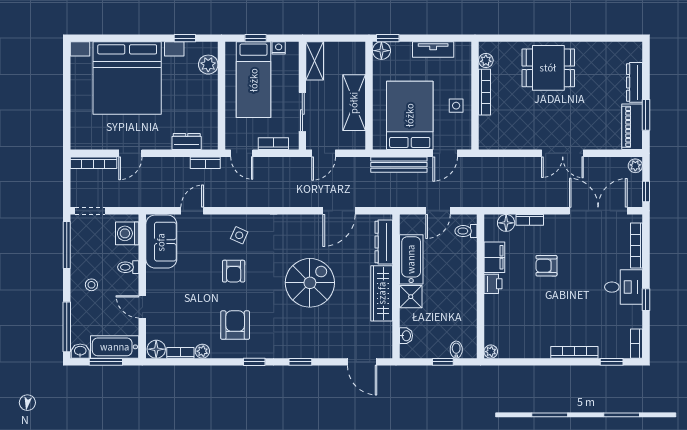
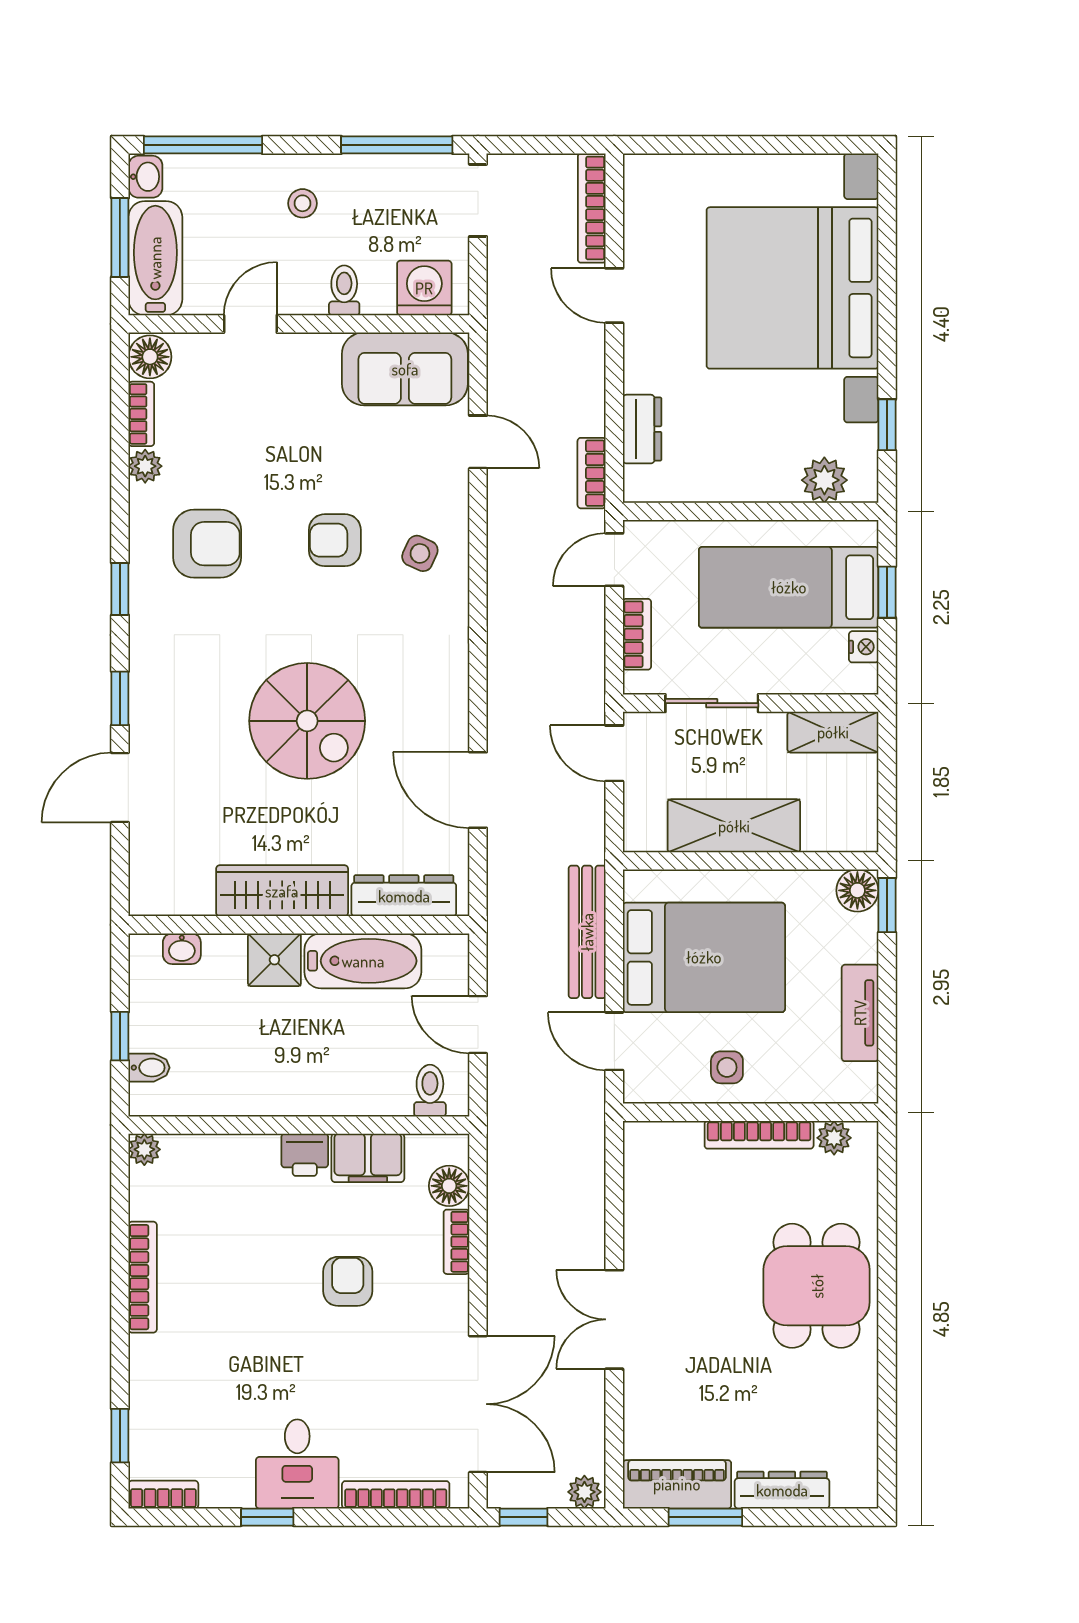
bookcase: (574, 352) -> (143, 1277), moved
door: (362, 362) -> (120, 788), moved

